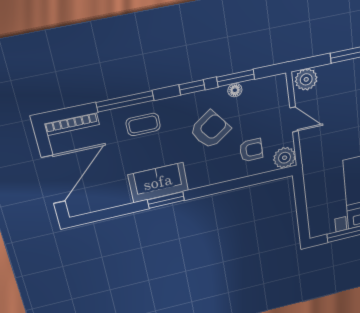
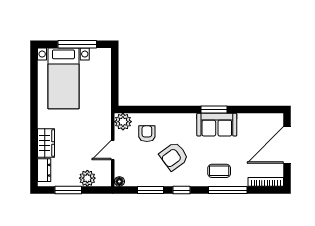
plant: (306, 79) -> (87, 178), moved
floor lamp: (235, 90) -> (119, 181), moved
door: (294, 119) -> (113, 150), hinge flipped
armchair: (251, 150) -> (147, 134), turned 90

